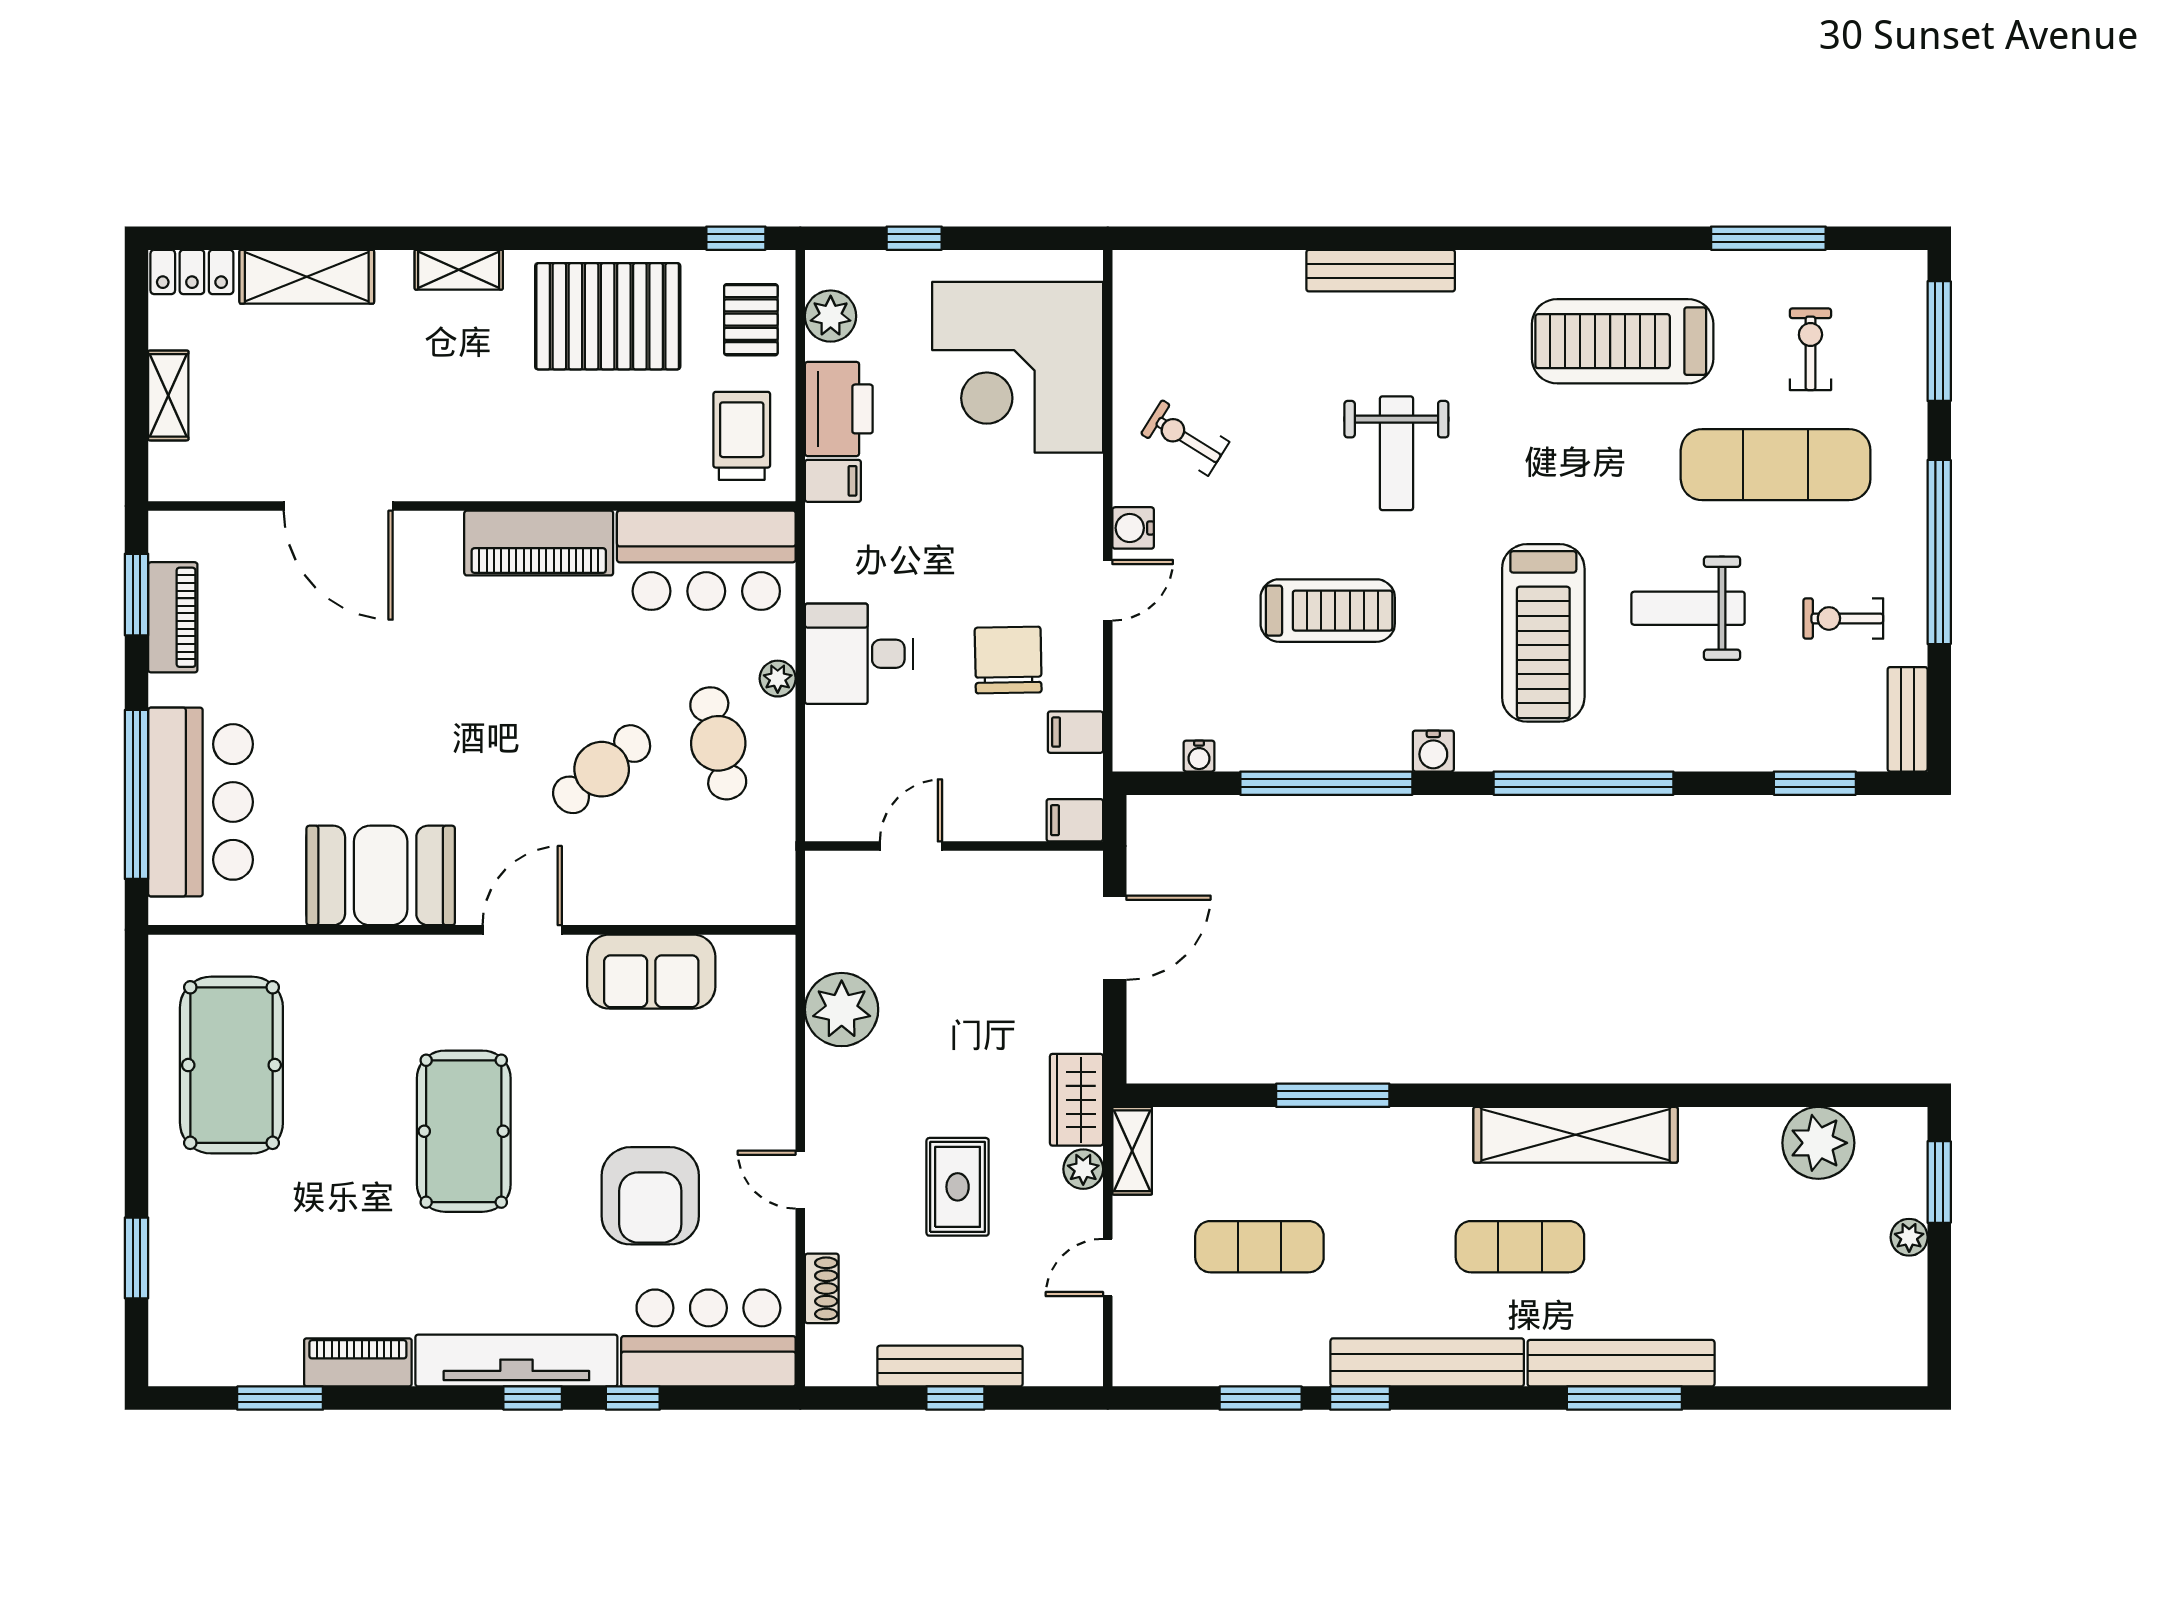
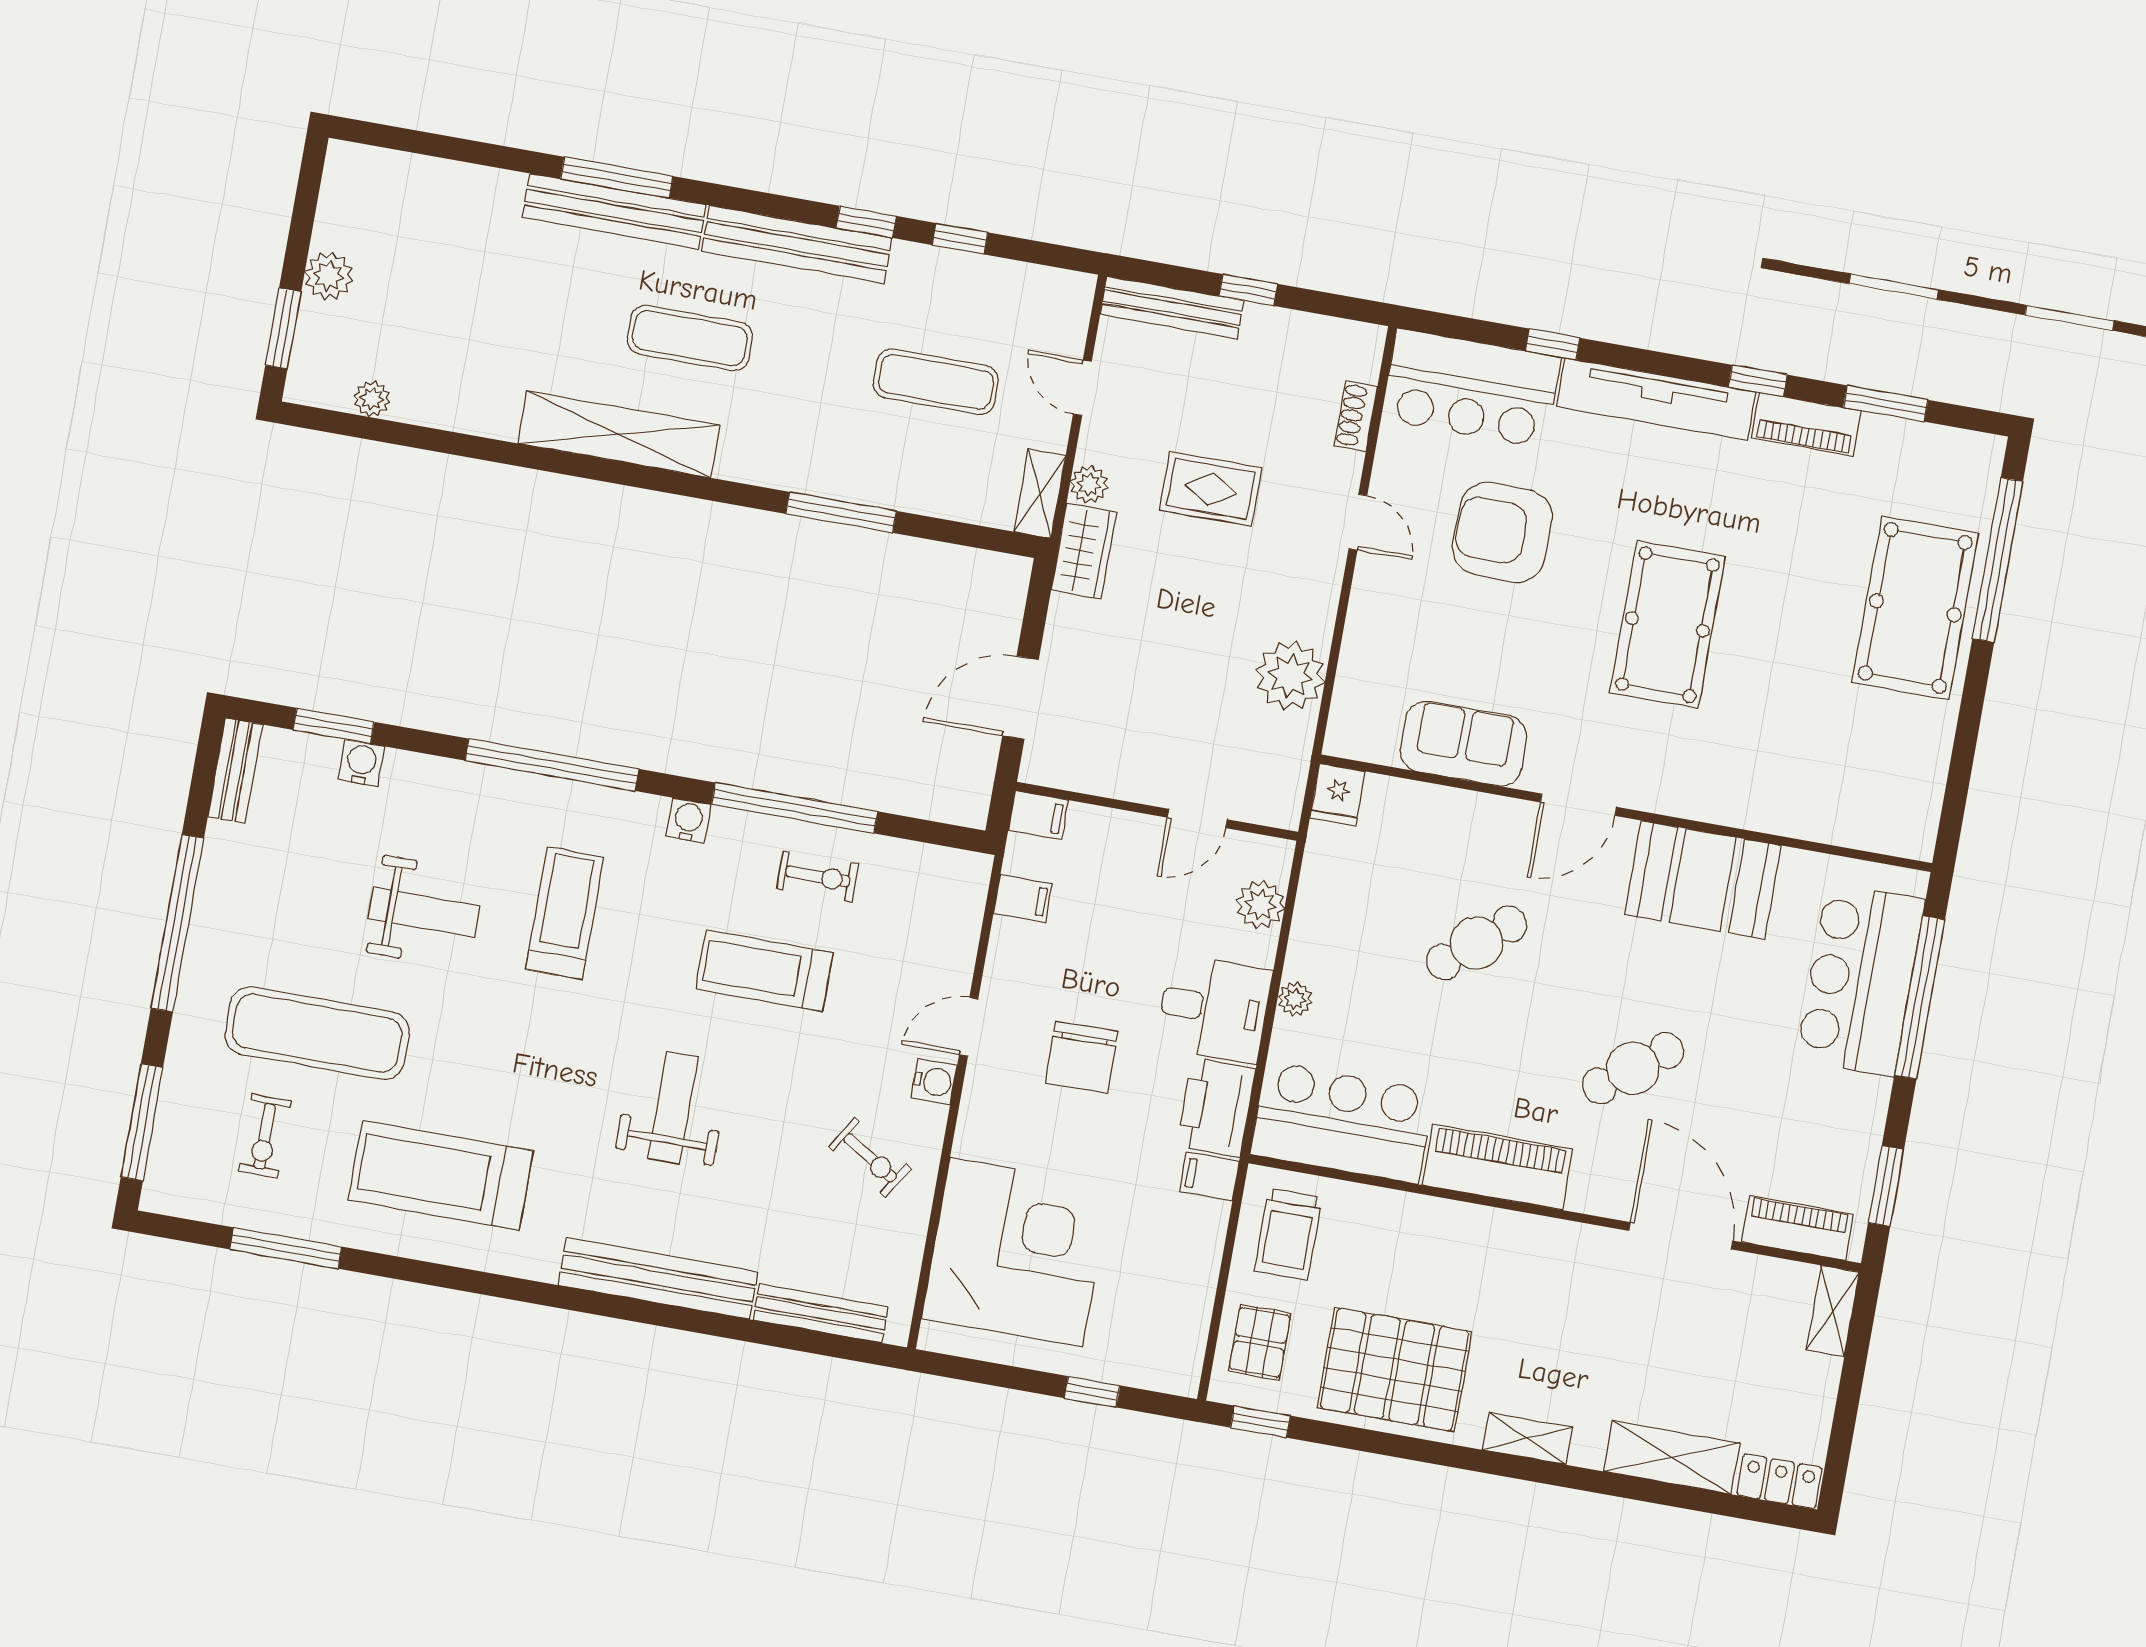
bench: (1207, 269) -> (821, 1313), added
bench: (1381, 271) -> (658, 1278), width x1.37, depth x1.21
plant: (831, 316) -> (1260, 905), moved
treadmill: (1623, 341) -> (441, 1175), turned 180
shelving: (168, 395) -> (1833, 1311), moved
printer: (839, 409) -> (1216, 1108), moved
piano: (173, 617) -> (1797, 1228), moved, turned 90
exercise bike: (1843, 618) -> (818, 876), moved
treadmill: (1543, 633) -> (565, 913), width x0.73, depth x0.73
chair: (1008, 660) -> (1082, 1058), moved
cafe table: (718, 743) -> (1633, 1068), moved, turned 65
water cooler: (1199, 756) -> (361, 763), moved, width x1.38, depth x1.38
fridge: (771, 896) -> (1338, 795), added
pool table: (231, 1065) -> (1915, 608), moved
plant: (1818, 1143) -> (372, 399), width x0.53, depth x0.53
rug: (958, 1187) -> (1211, 489), turned 90
armchair: (650, 1196) -> (1502, 532), turned -89
plant: (1909, 1237) -> (329, 276), width x1.38, depth x1.38
window: (136, 1258) -> (1998, 560), width x2.11
door: (1108, 1267) -> (1082, 388), swing flipped
bench: (950, 1366) -> (1172, 308), moved
window: (533, 1398) -> (1758, 381), moved
window: (1261, 1398) -> (960, 239), width x0.67

